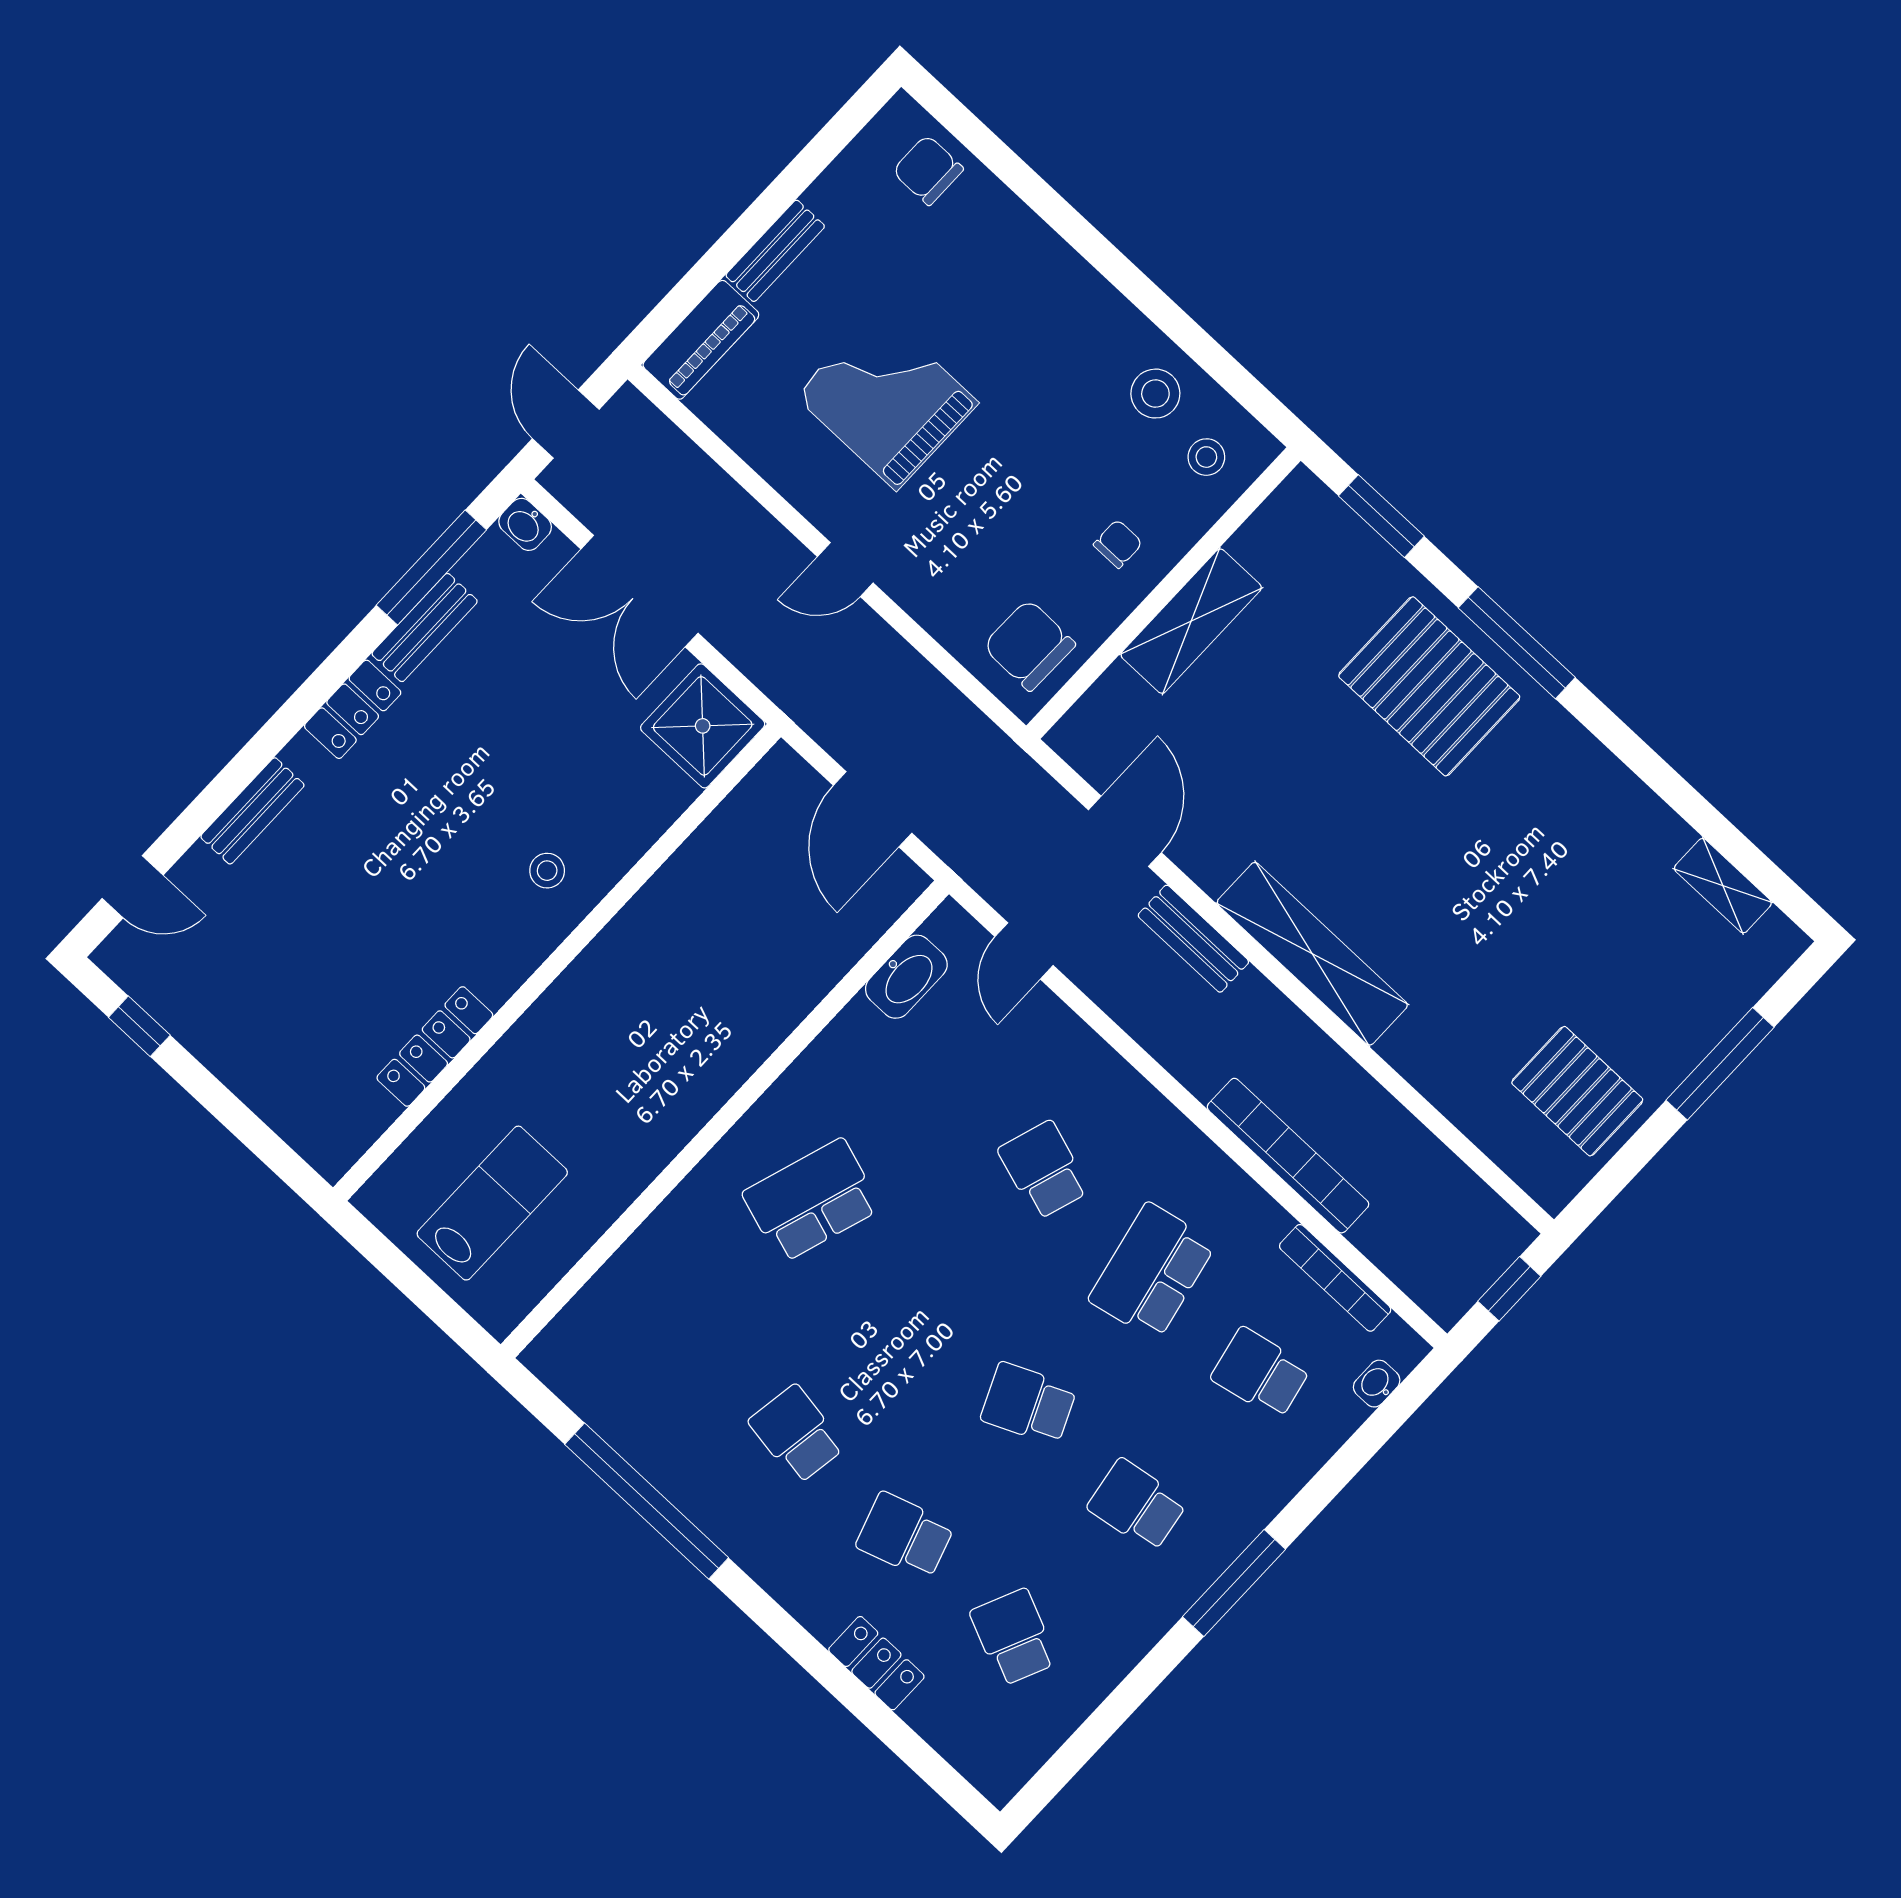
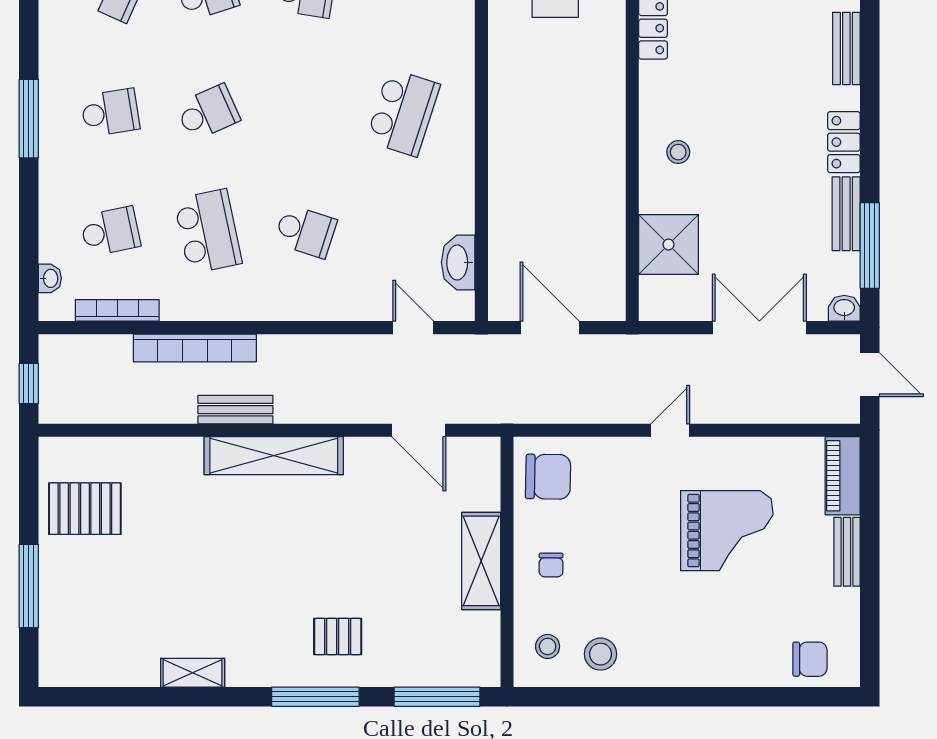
window: (1381, 516) -> (437, 697), width x1.44
pallet: (1429, 686) -> (338, 637), width x0.49, depth x0.50
shower: (703, 726) -> (669, 244), moved
shelving: (1723, 886) -> (193, 673), moved
bench: (1193, 939) -> (235, 410), moved

